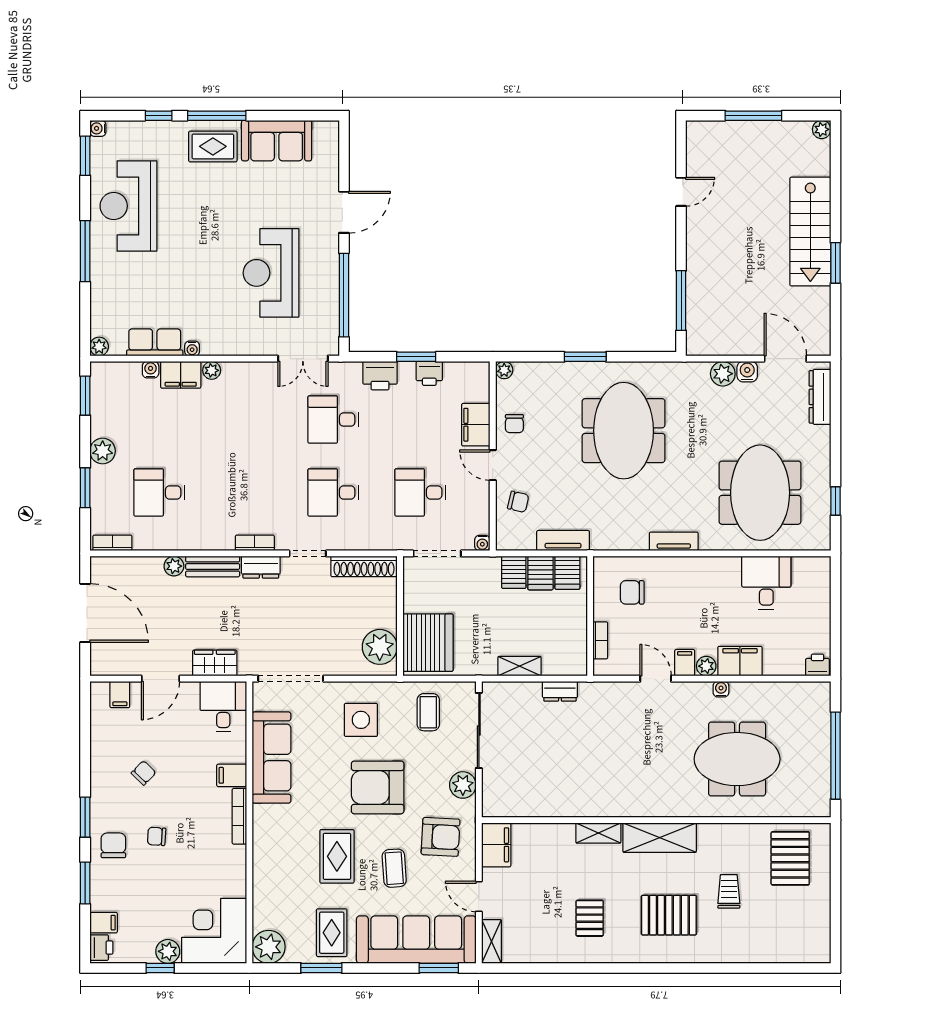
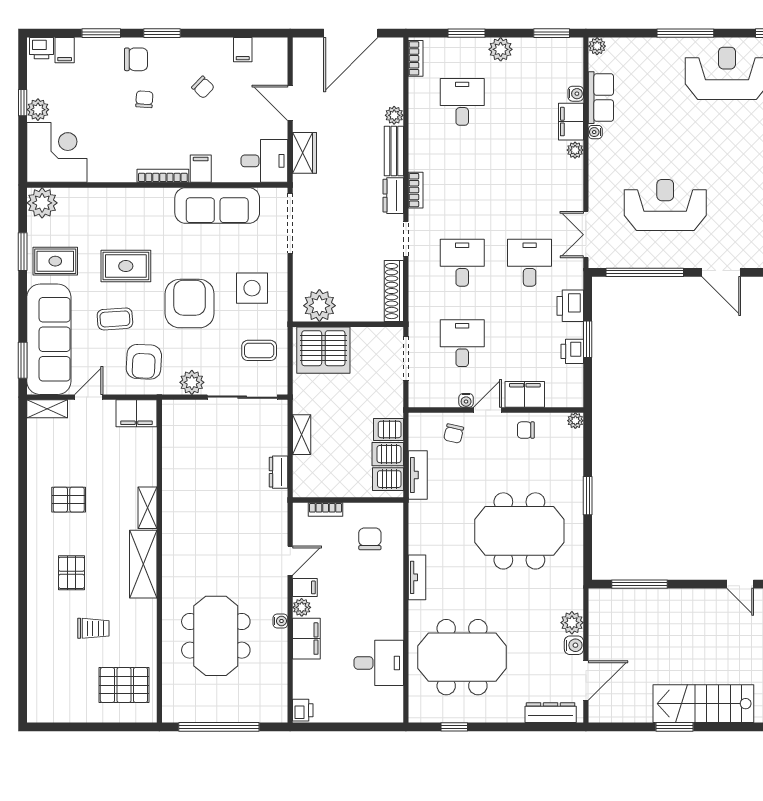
water cooler: (482, 543) -> (466, 400), moved, turned -90
filing cabinet: (120, 695) -> (243, 50), moved, turned -90
pallet: (669, 915) -> (71, 573), width x0.67, depth x0.71

